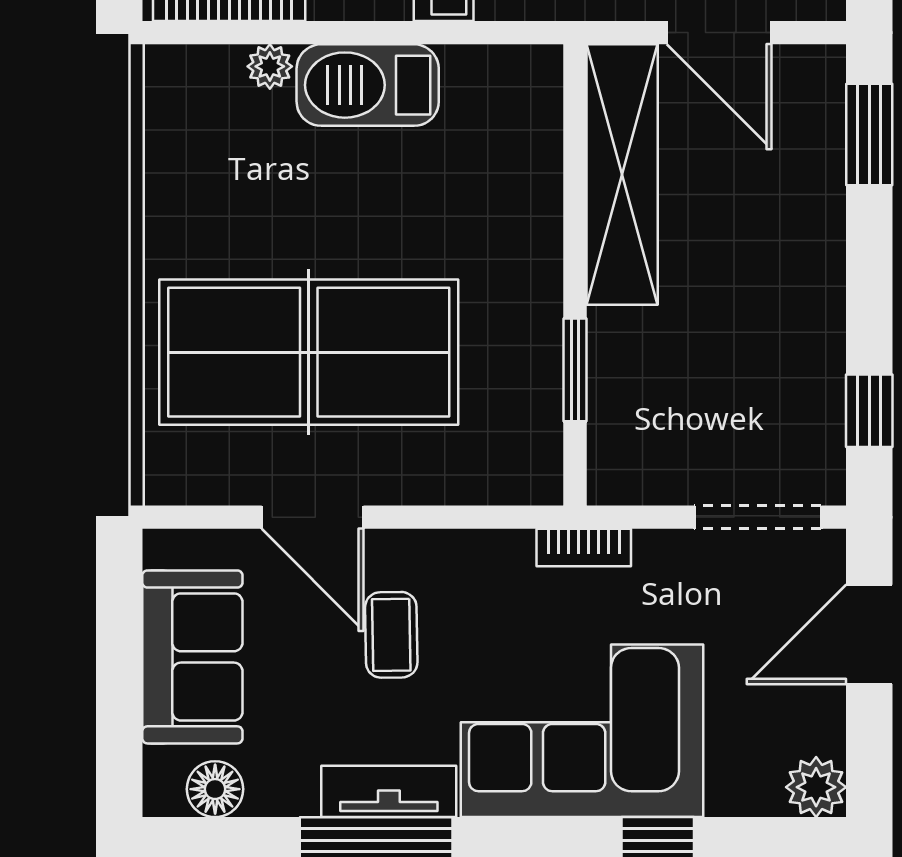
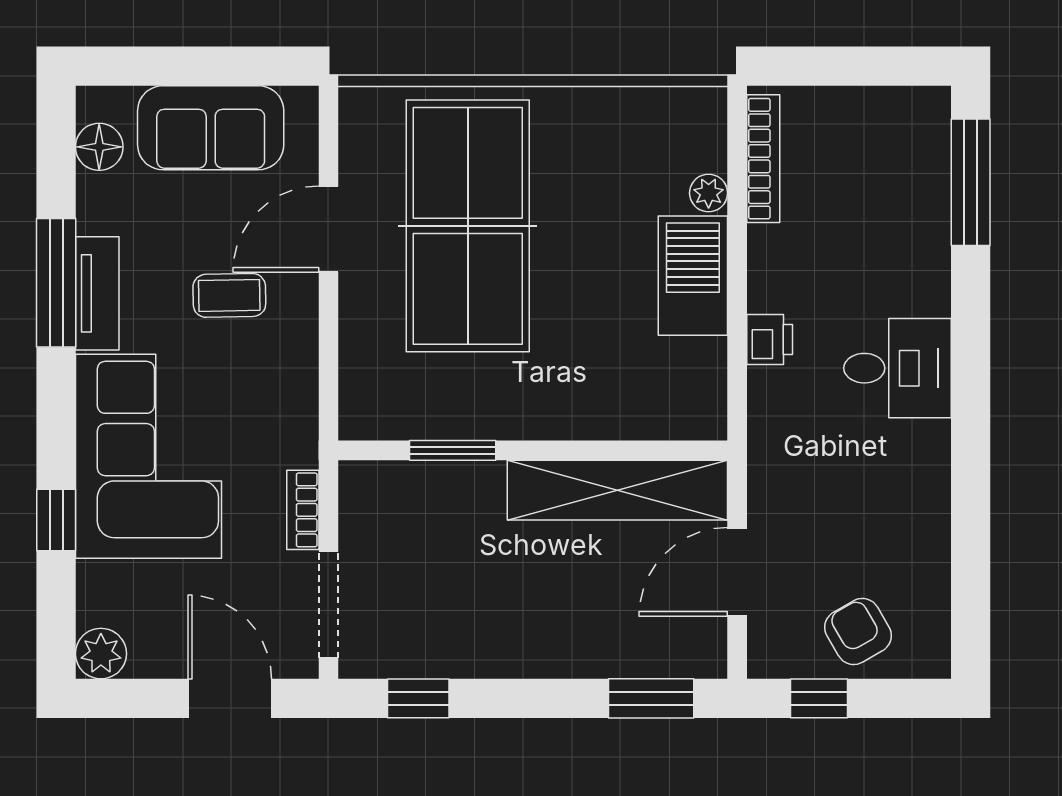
bookcase: (584, 548) -> (303, 510), moved

